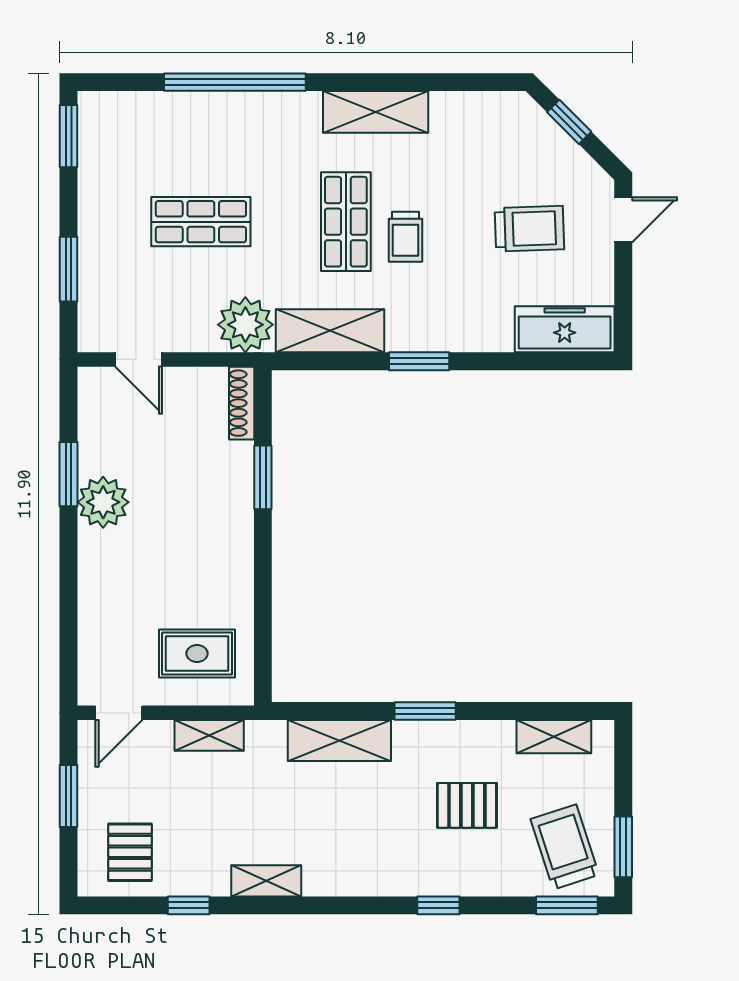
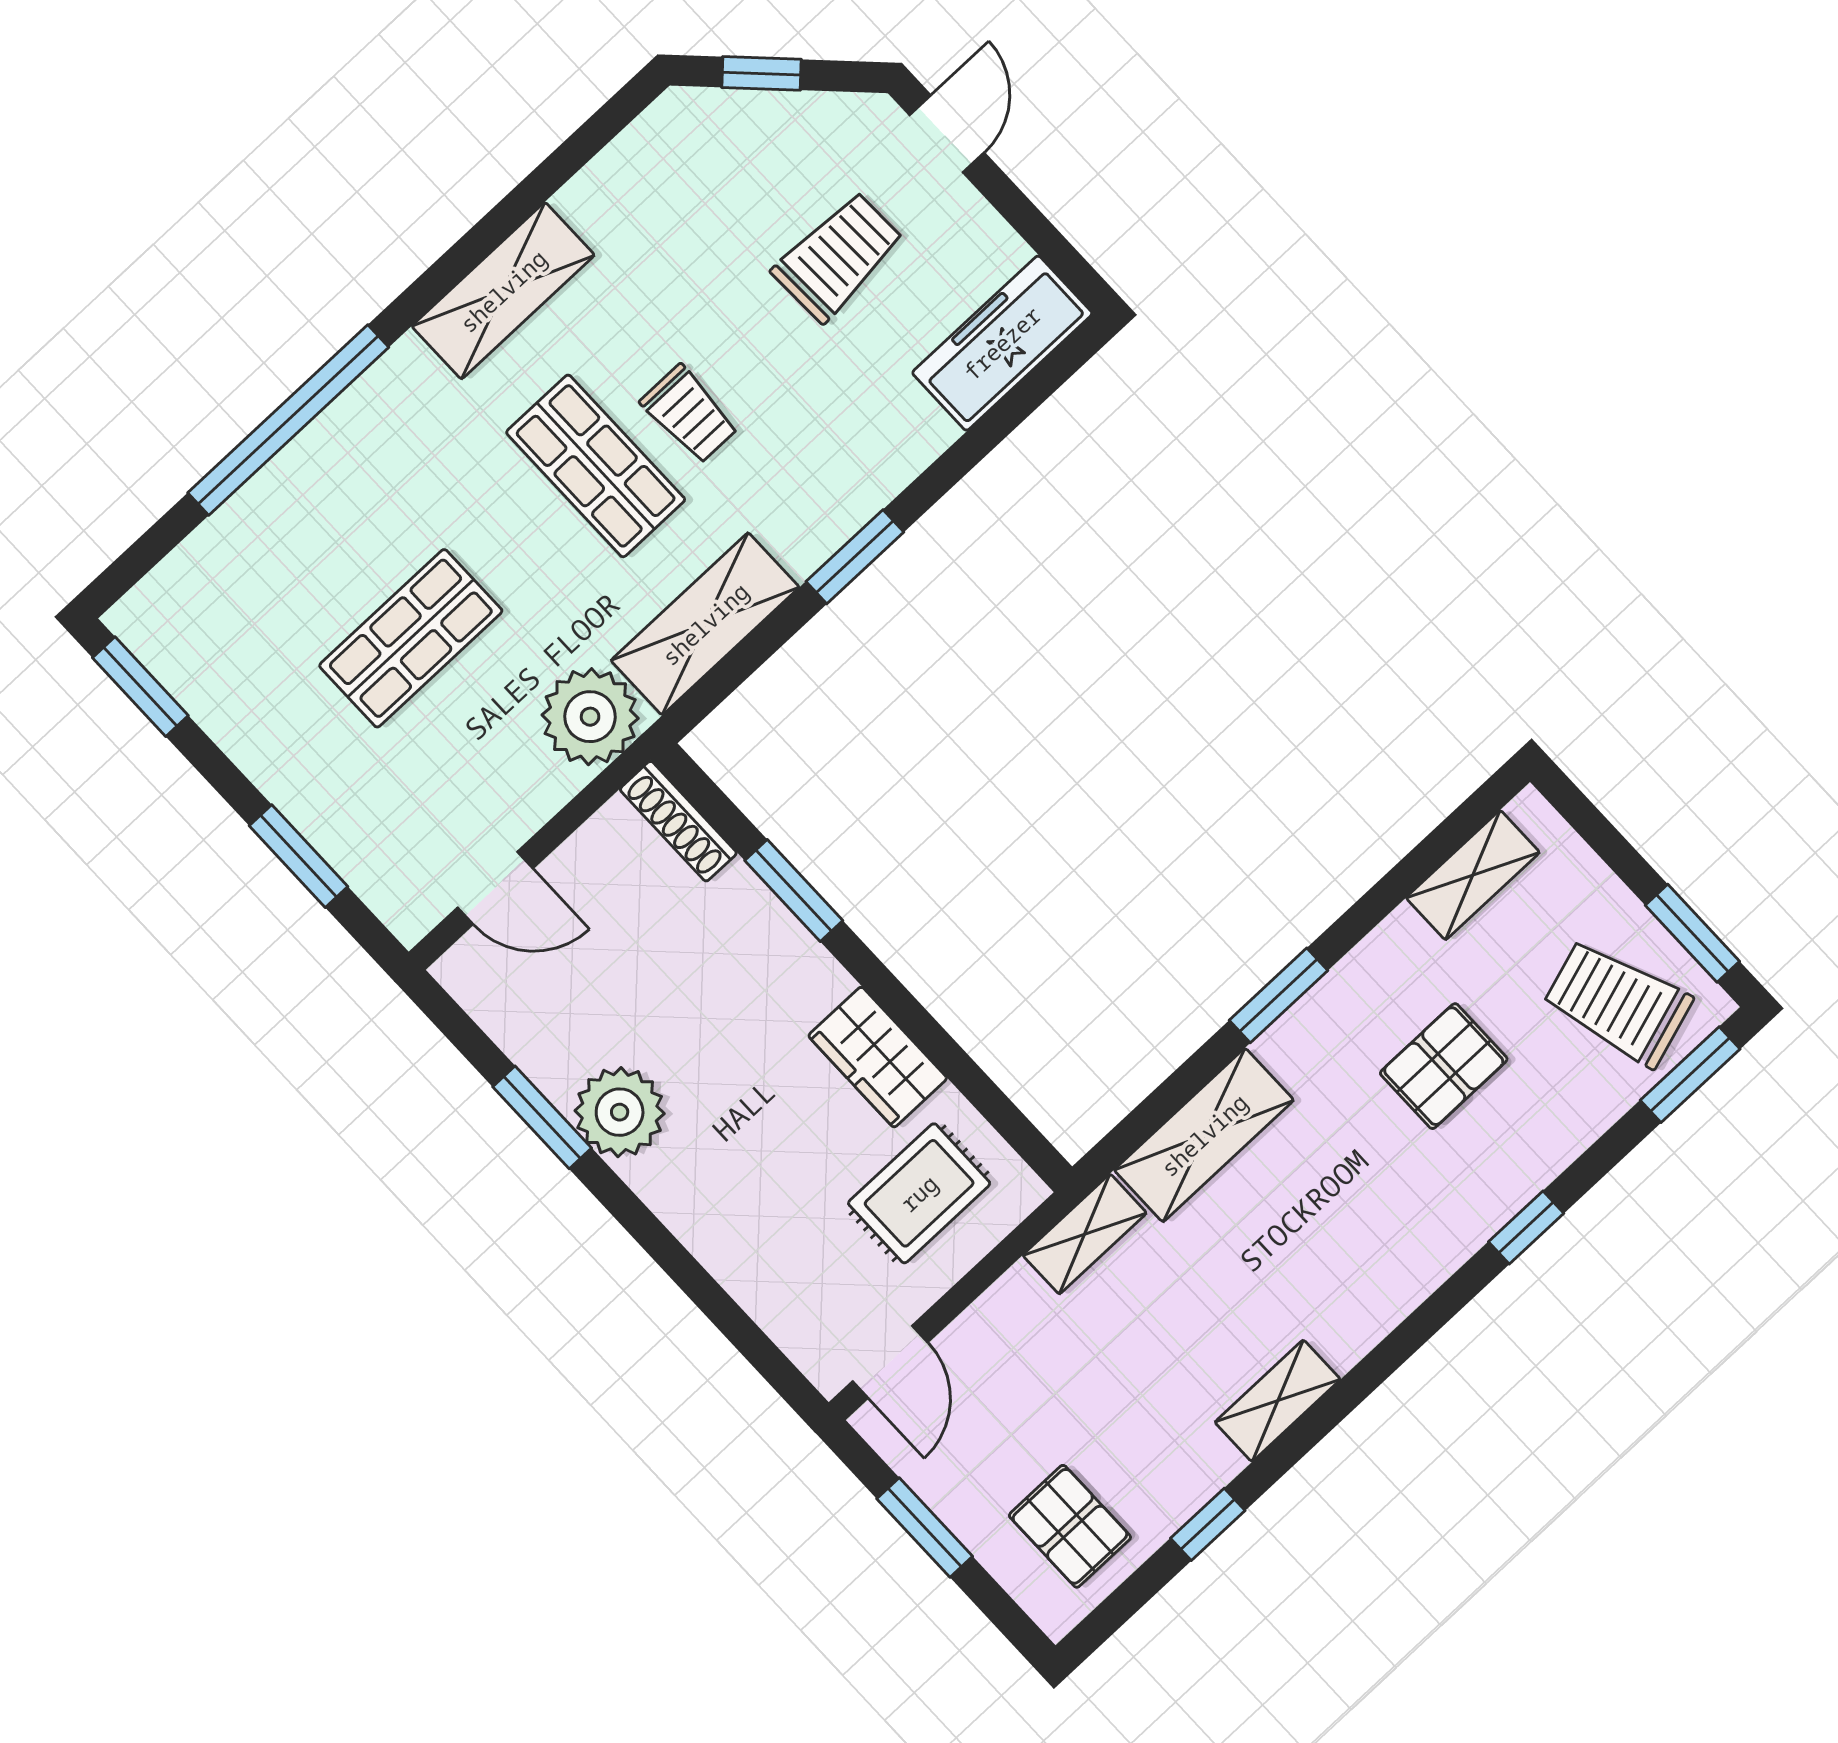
wardrobe: (233, 580) -> (878, 1057), added
shelving: (209, 735) -> (1085, 1234), moved

